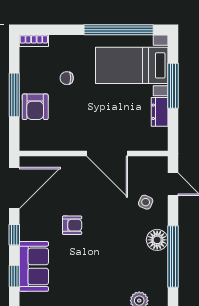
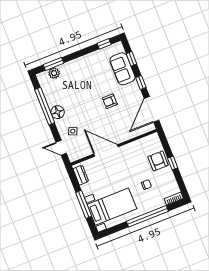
window: (119, 30) -> (147, 216), moved
window: (14, 95) -> (173, 163), width x0.46
dresser: (160, 112) -> (81, 175), moved

